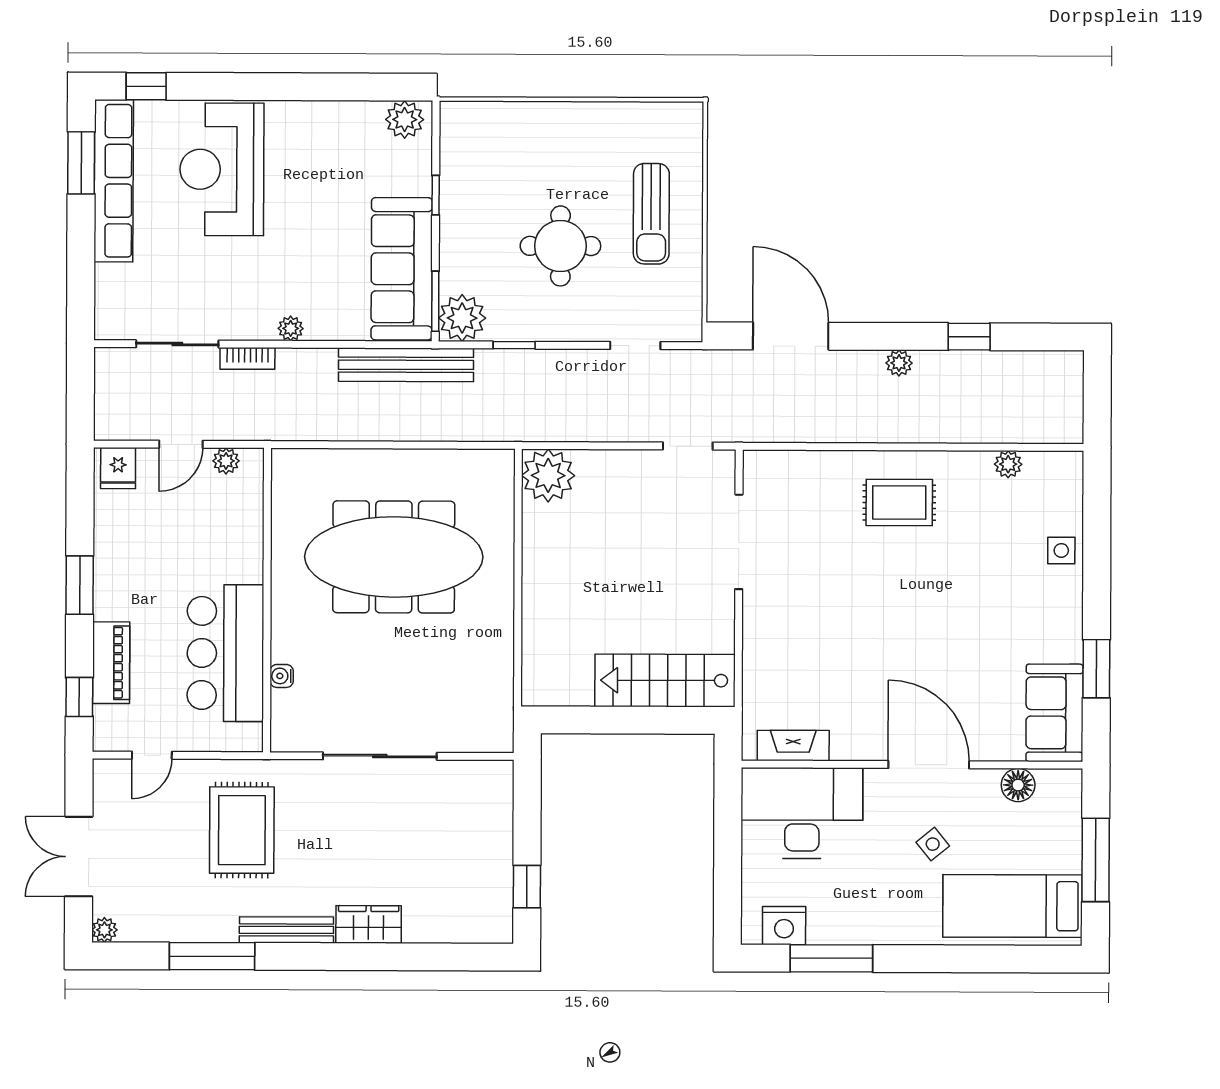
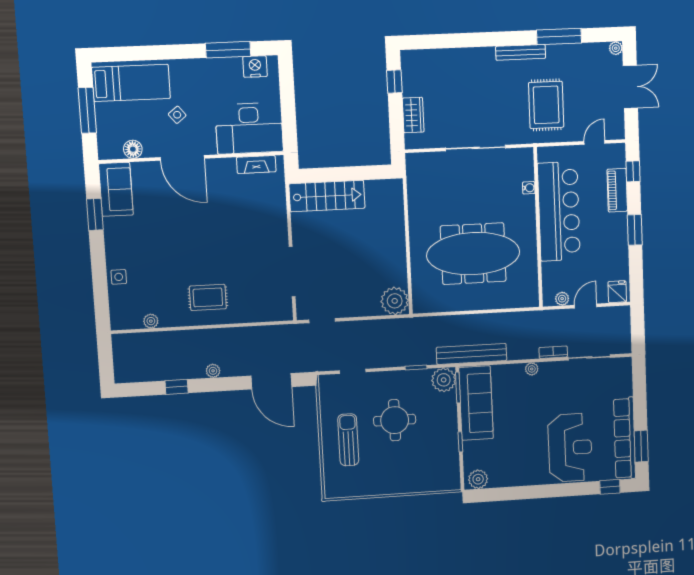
bar counter: (225, 653) -> (559, 211), width x1.36
wardrobe: (369, 924) -> (413, 115), moved, turned -90

